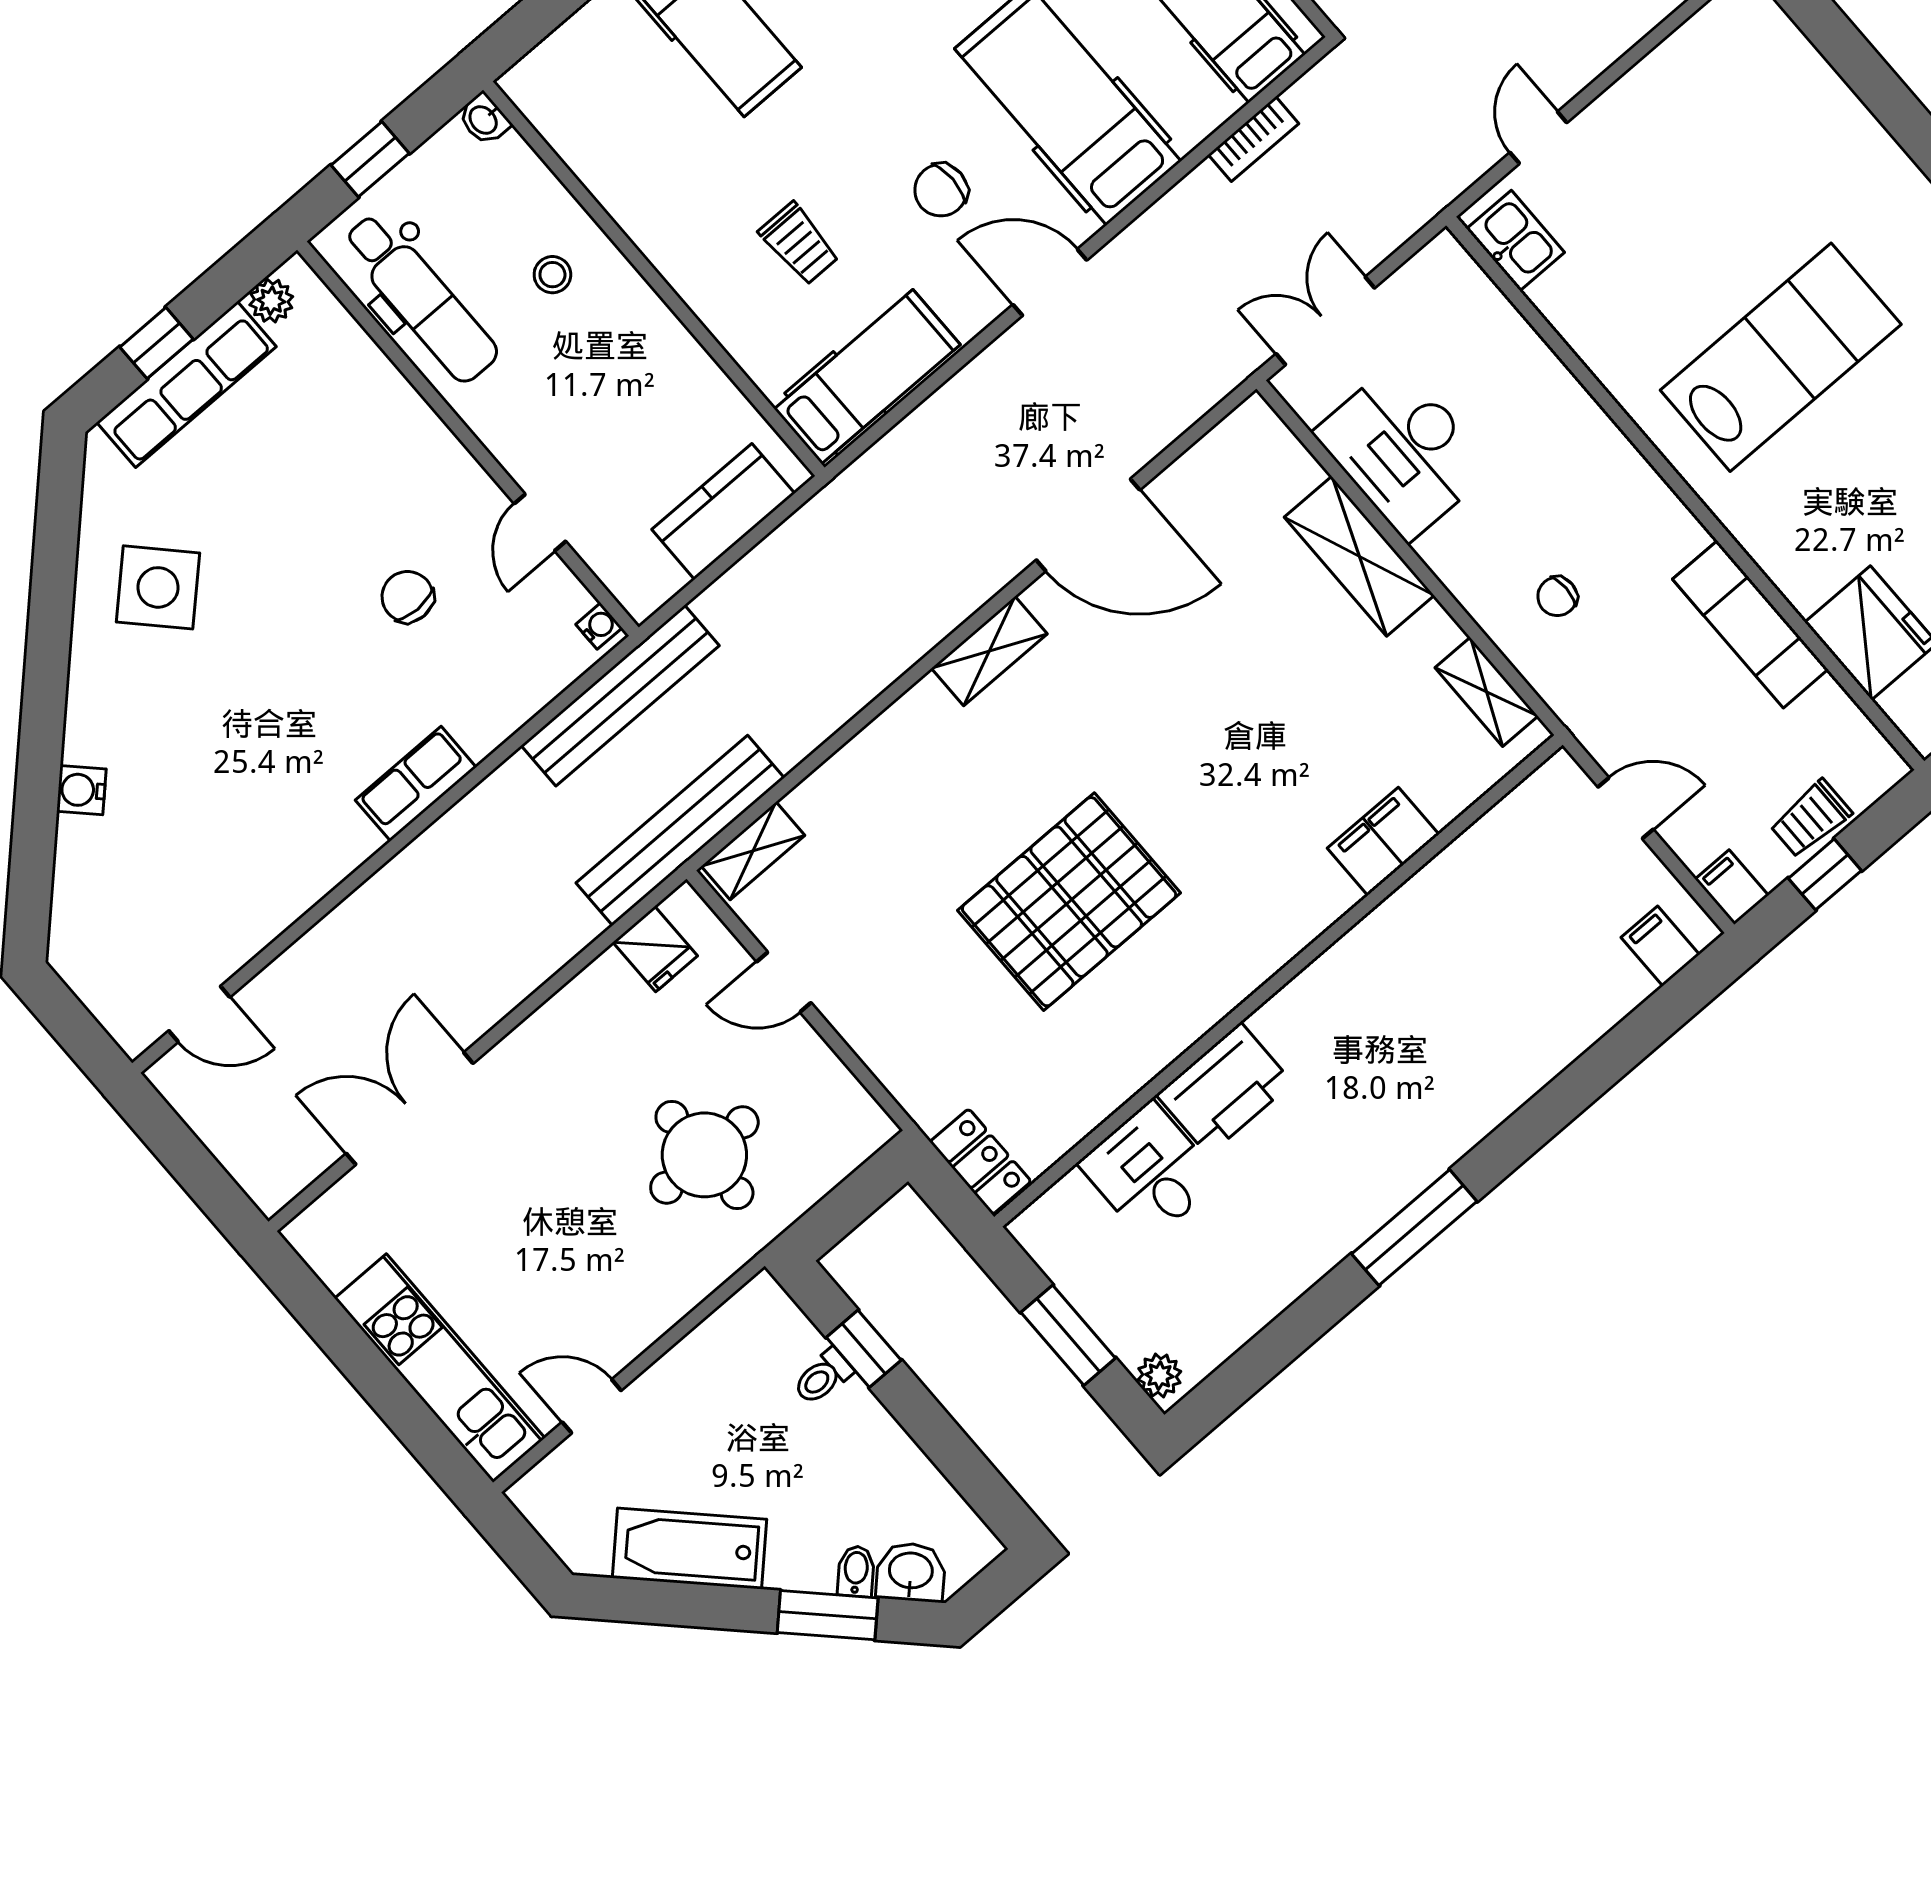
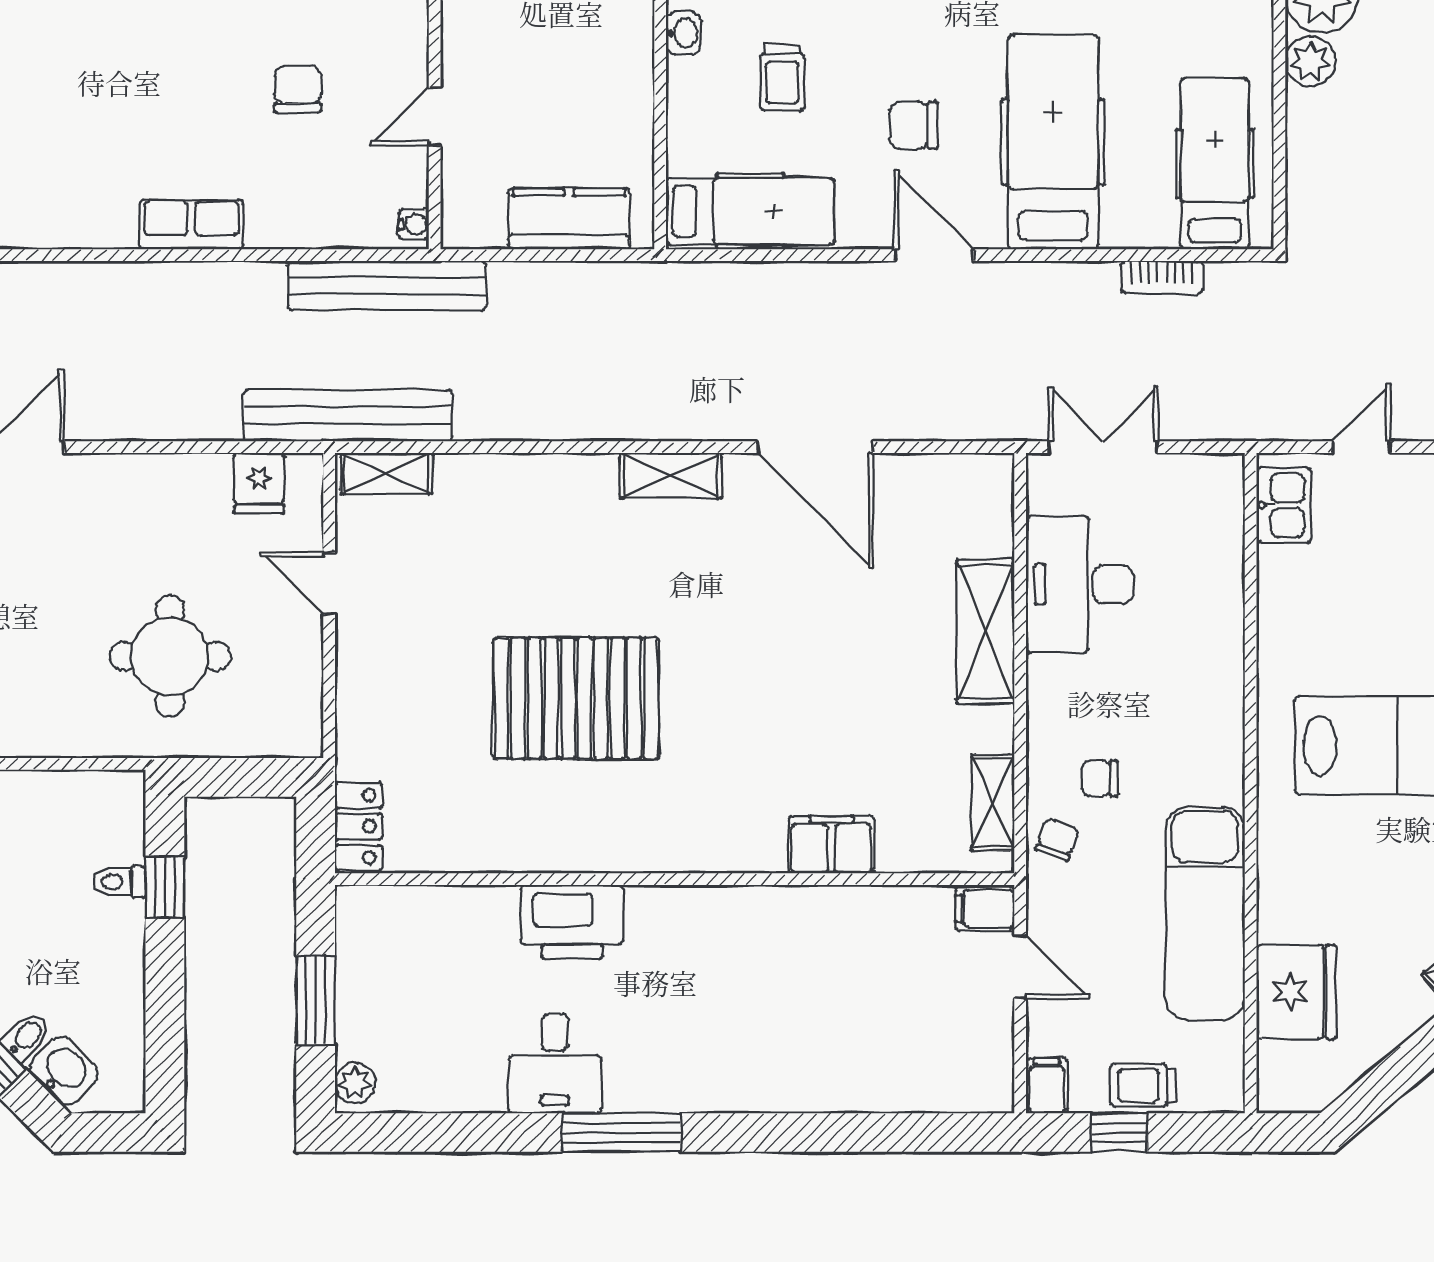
washbasin: (686, 277) -> (683, 33), added
exam couch: (1750, 624) -> (1205, 913), width x1.36, depth x1.45
chair: (1566, 677) -> (1057, 840), added
filing cabinet: (1660, 946) -> (985, 908), moved, turned -90
desk: (1150, 1172) -> (555, 1063), moved, turned 180

